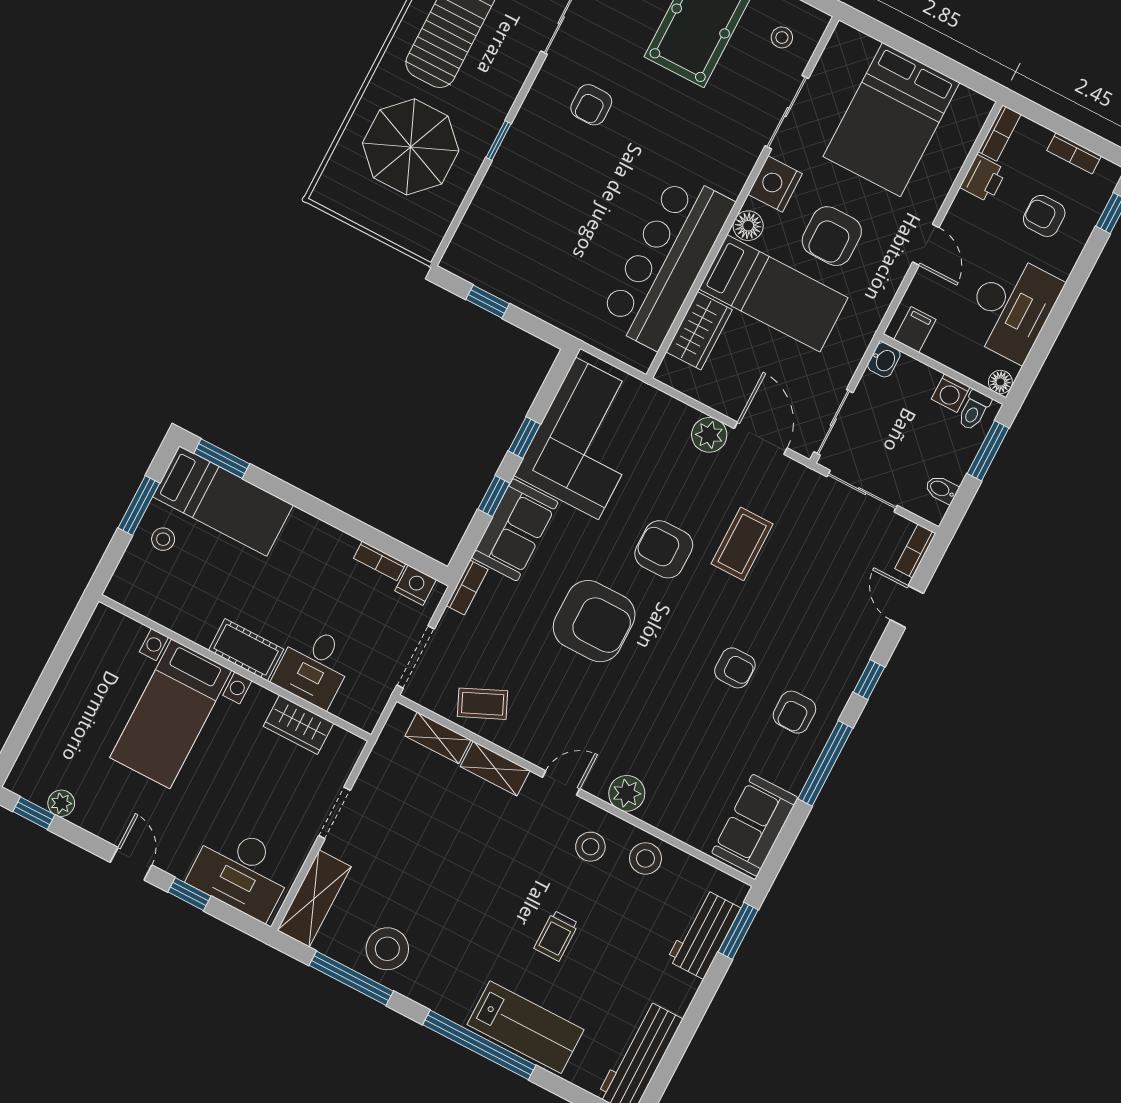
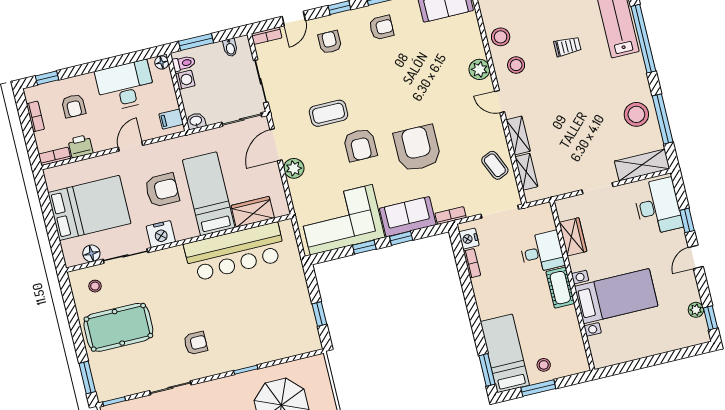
floor lamp: (748, 226) -> (91, 253), moved
armchair: (735, 668) -> (330, 42), moved

